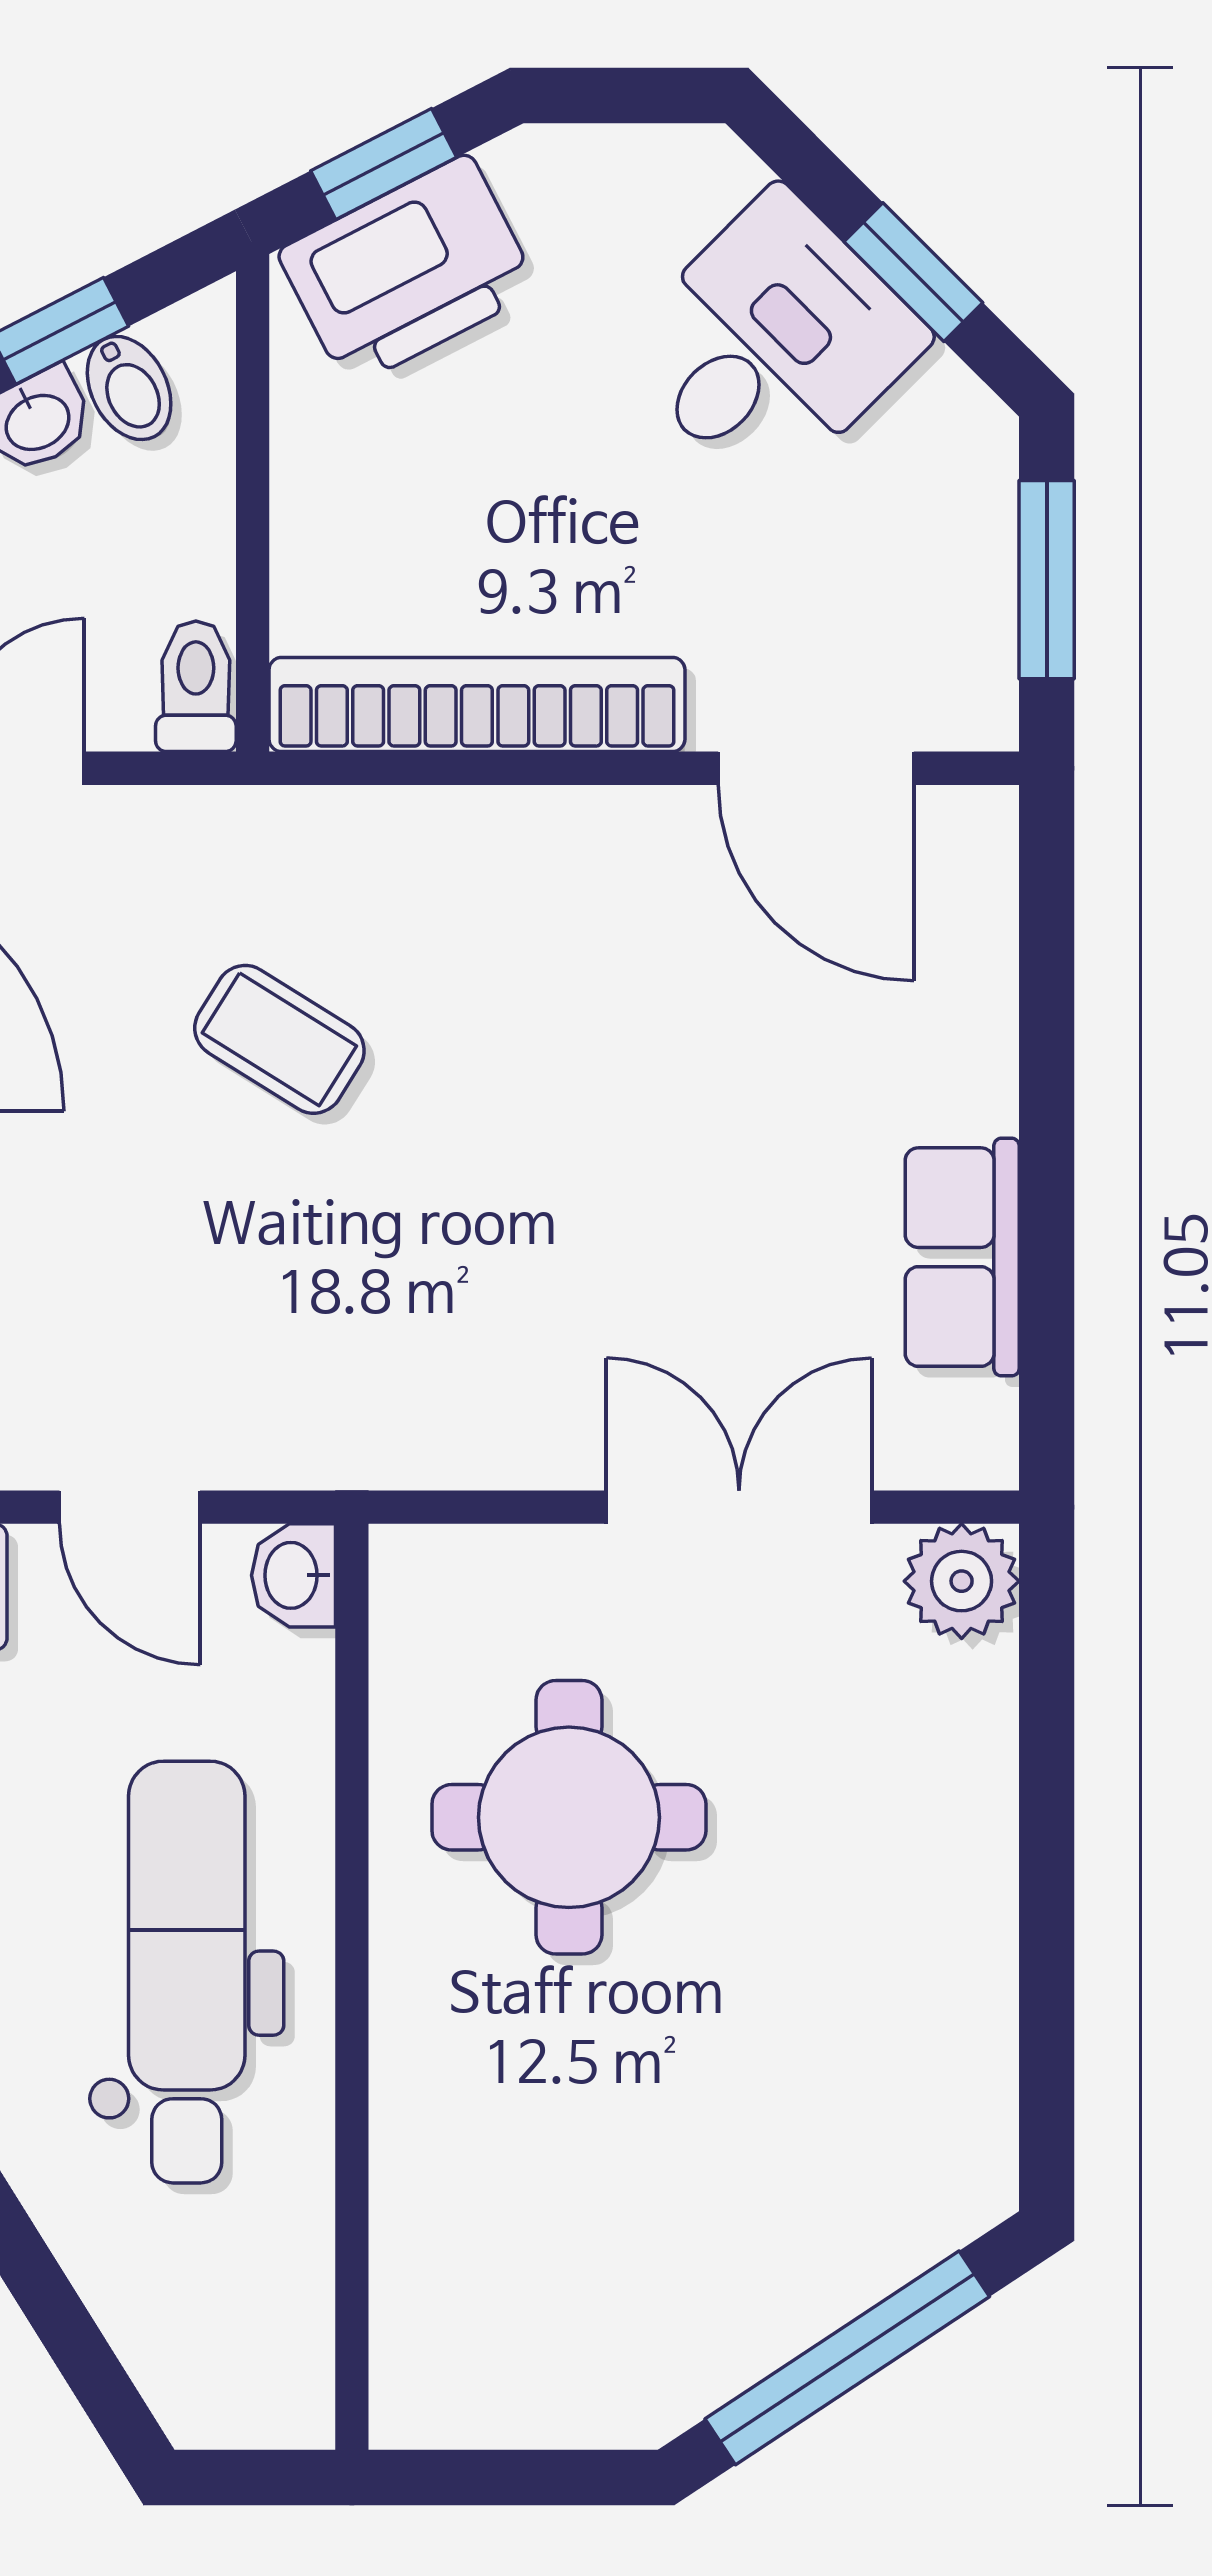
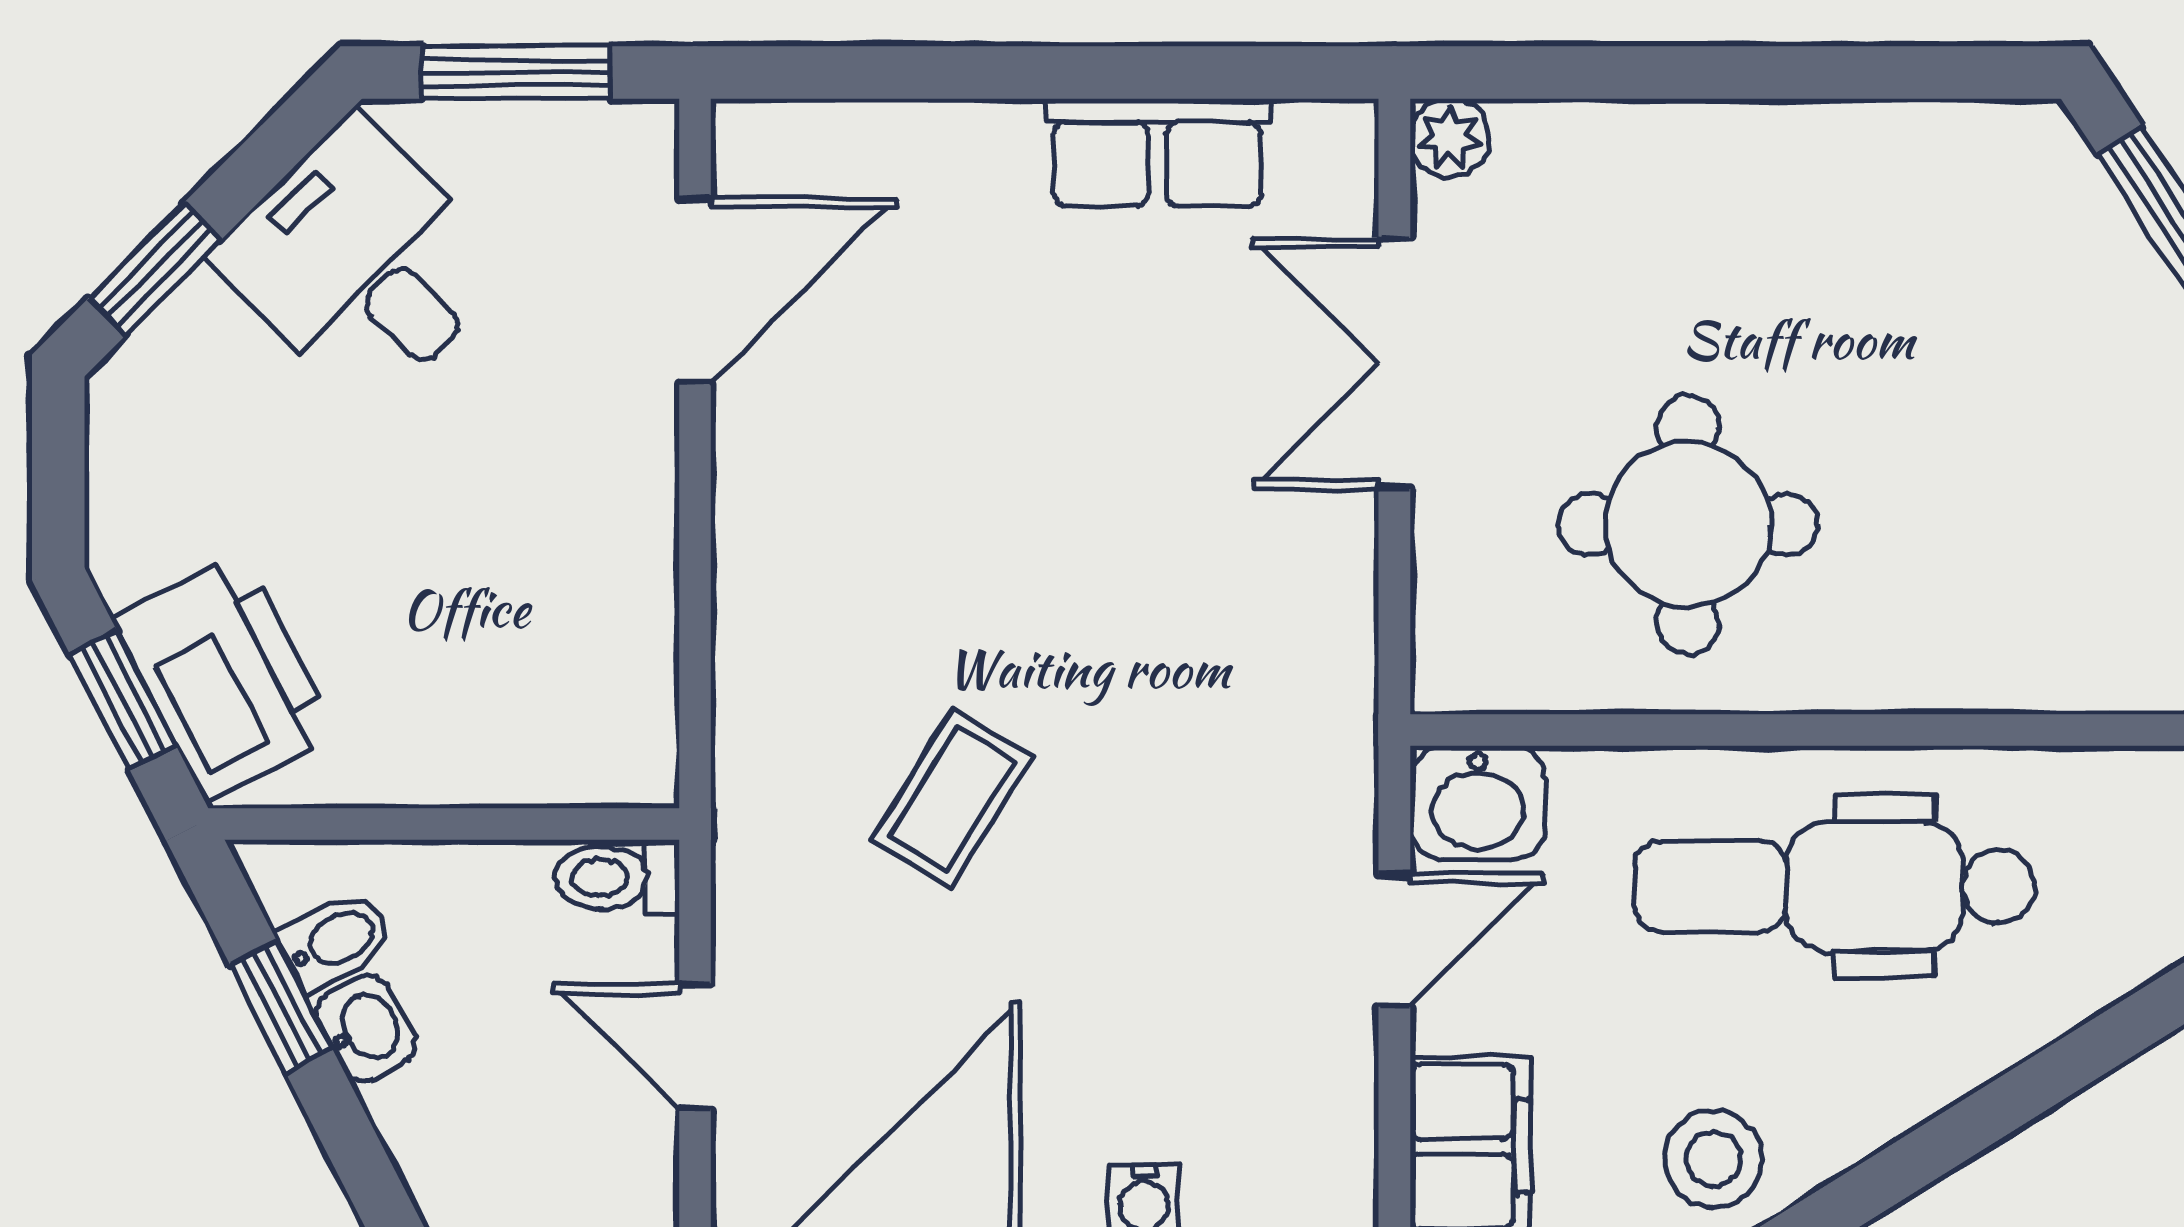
window: (913, 272) -> (155, 269), moved
desk: (772, 343) -> (362, 264), moved
bookcase: (477, 705) -> (635, 612), removed
washbasin: (293, 1575) -> (1478, 803), width x1.38, depth x1.45
plant: (962, 1581) -> (1450, 138), width x0.73, depth x0.73

